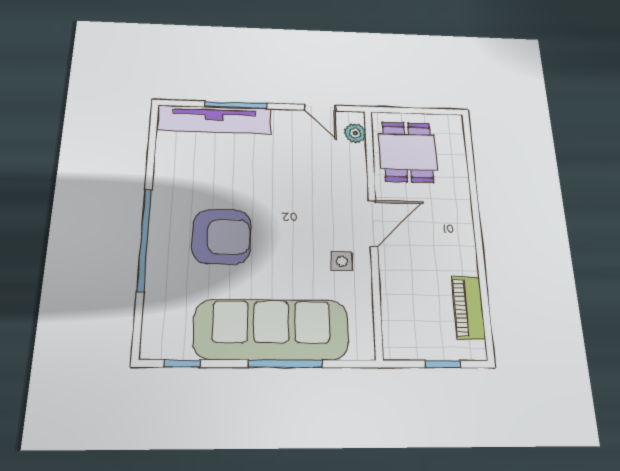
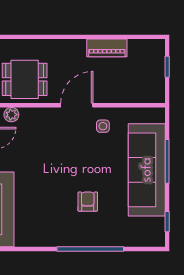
door: (373, 223) -> (77, 105), hinge flipped
armchair: (222, 237) -> (88, 202), width x0.53, depth x0.53
piano: (468, 307) -> (107, 48), moved

